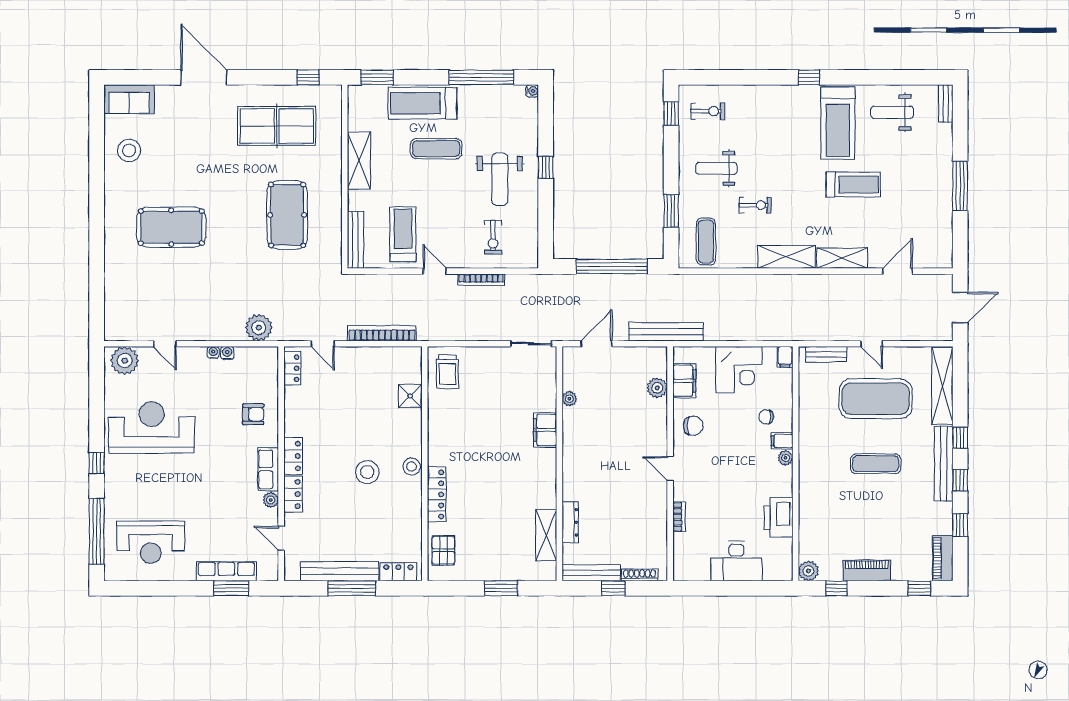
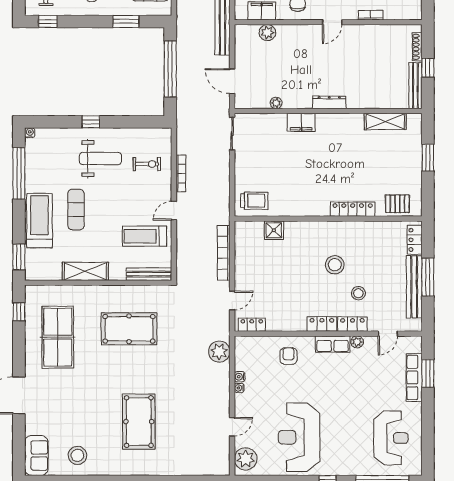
treadmill: (422, 103) -> (40, 221), turned 180
stool: (412, 467) -> (358, 293), moved
dresser: (570, 522) -> (329, 102), moved

